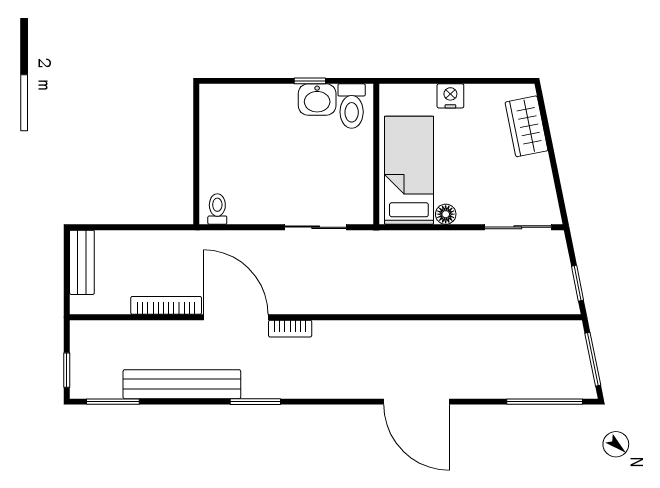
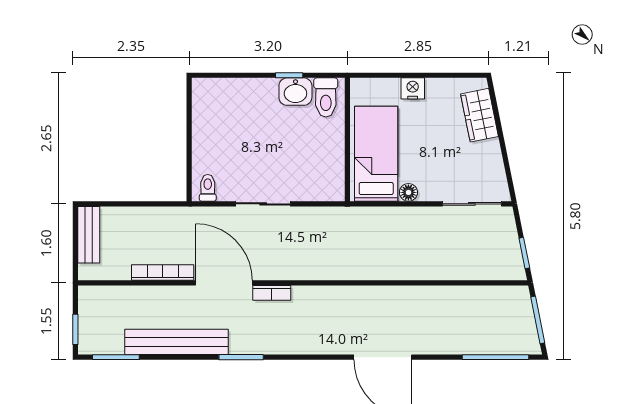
sliding door: (316, 227) -> (263, 204), moved

